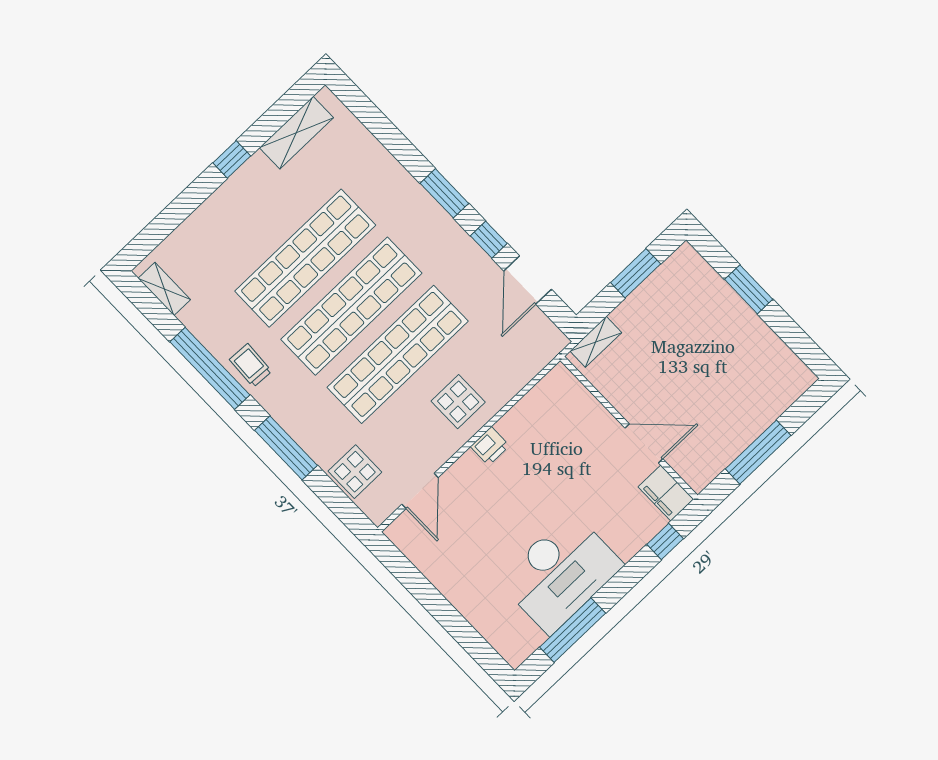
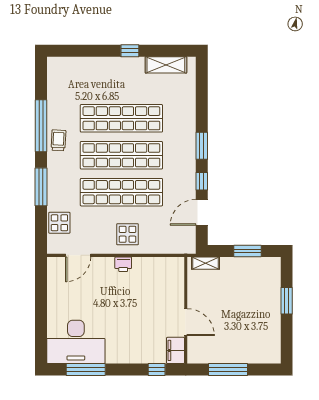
shelving: (164, 289) -> (53, 77), removed
desk: (560, 573) -> (76, 342), moved

